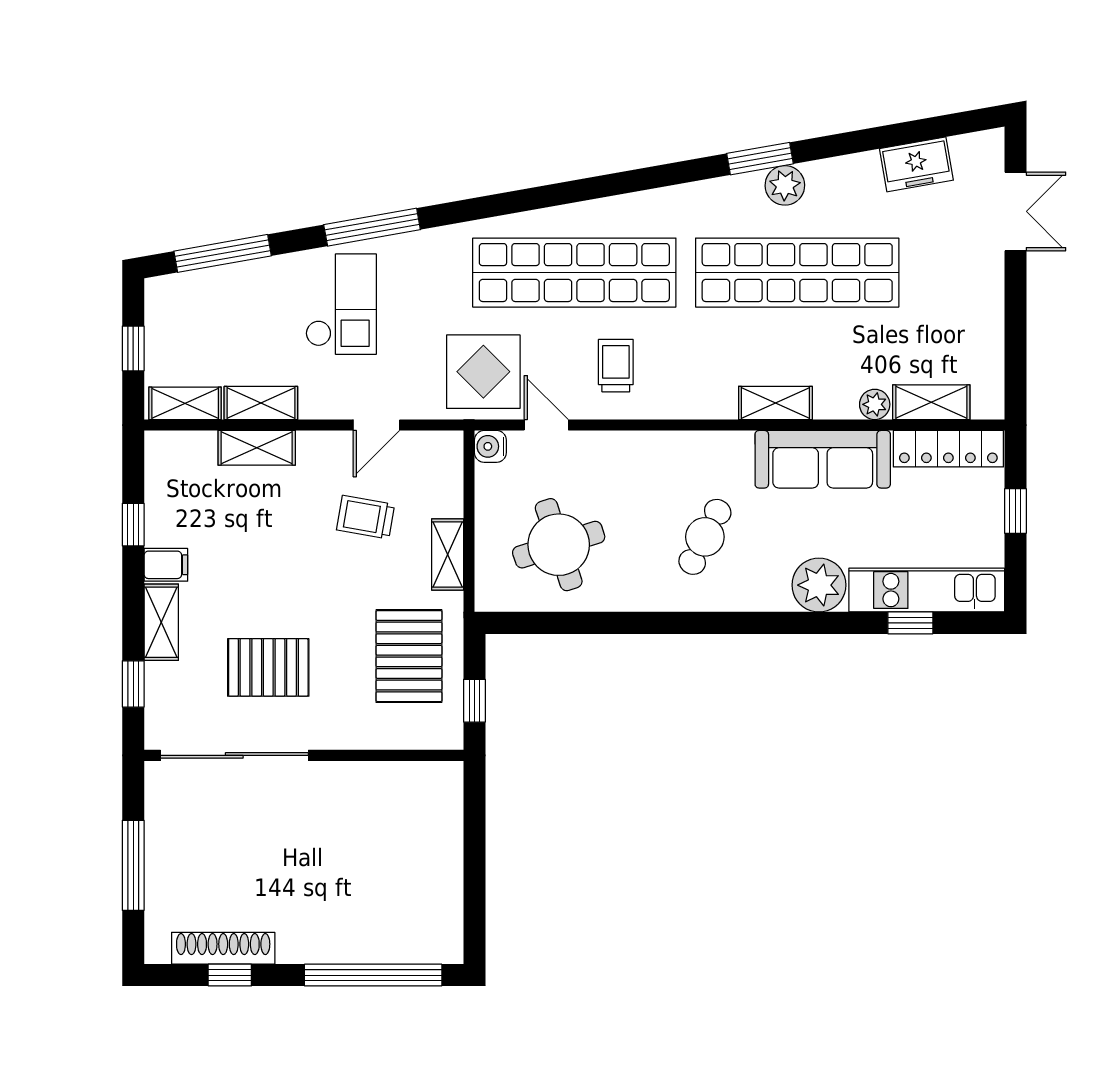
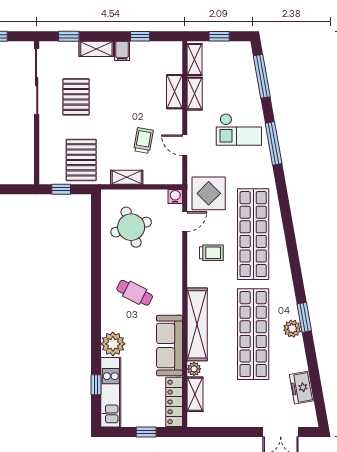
shelving: (775, 403) -> (197, 324), width x2.20, depth x1.33
pallet: (409, 656) -> (81, 160), turned 90

